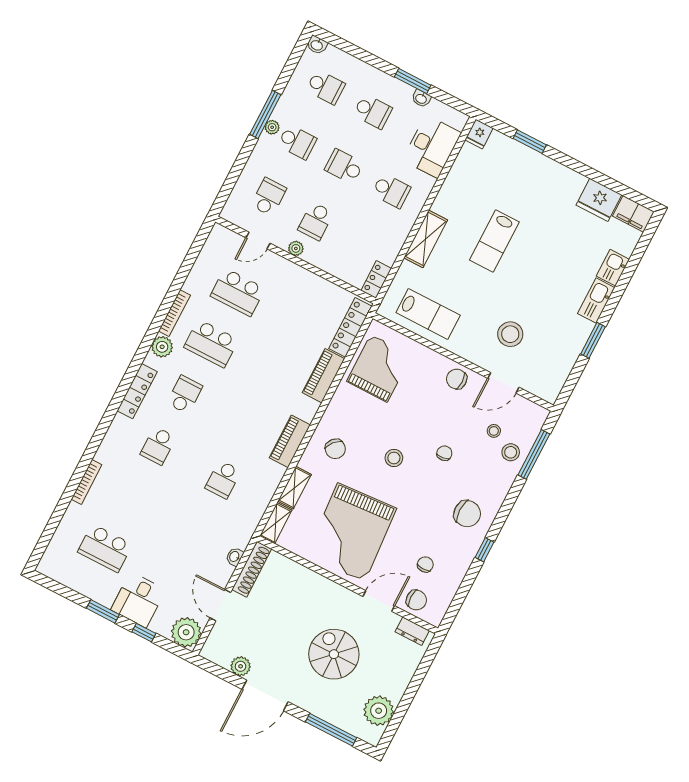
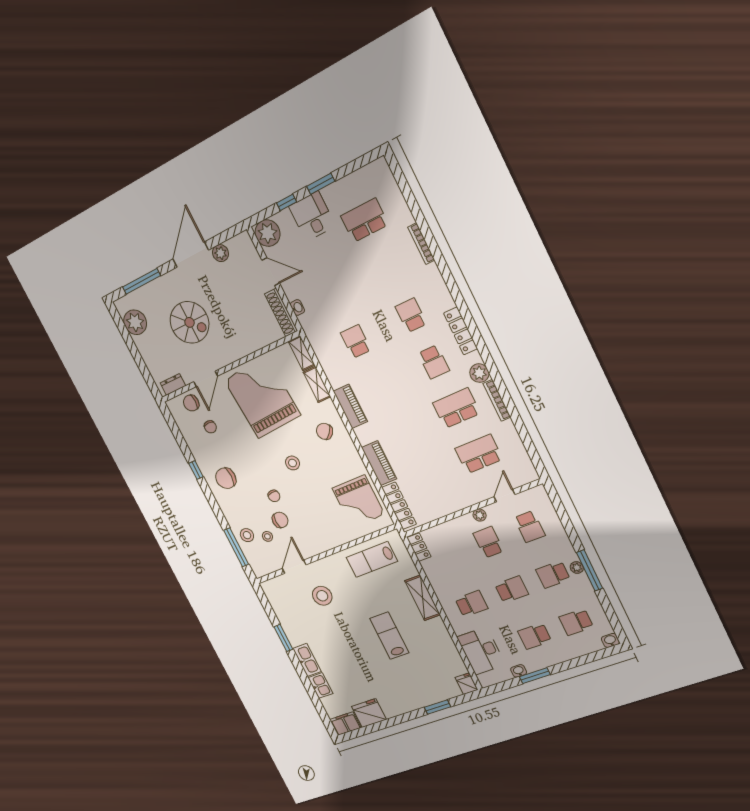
school desk: (391, 191) -> (471, 604), turned 180
chair: (457, 379) -> (280, 520), moved

